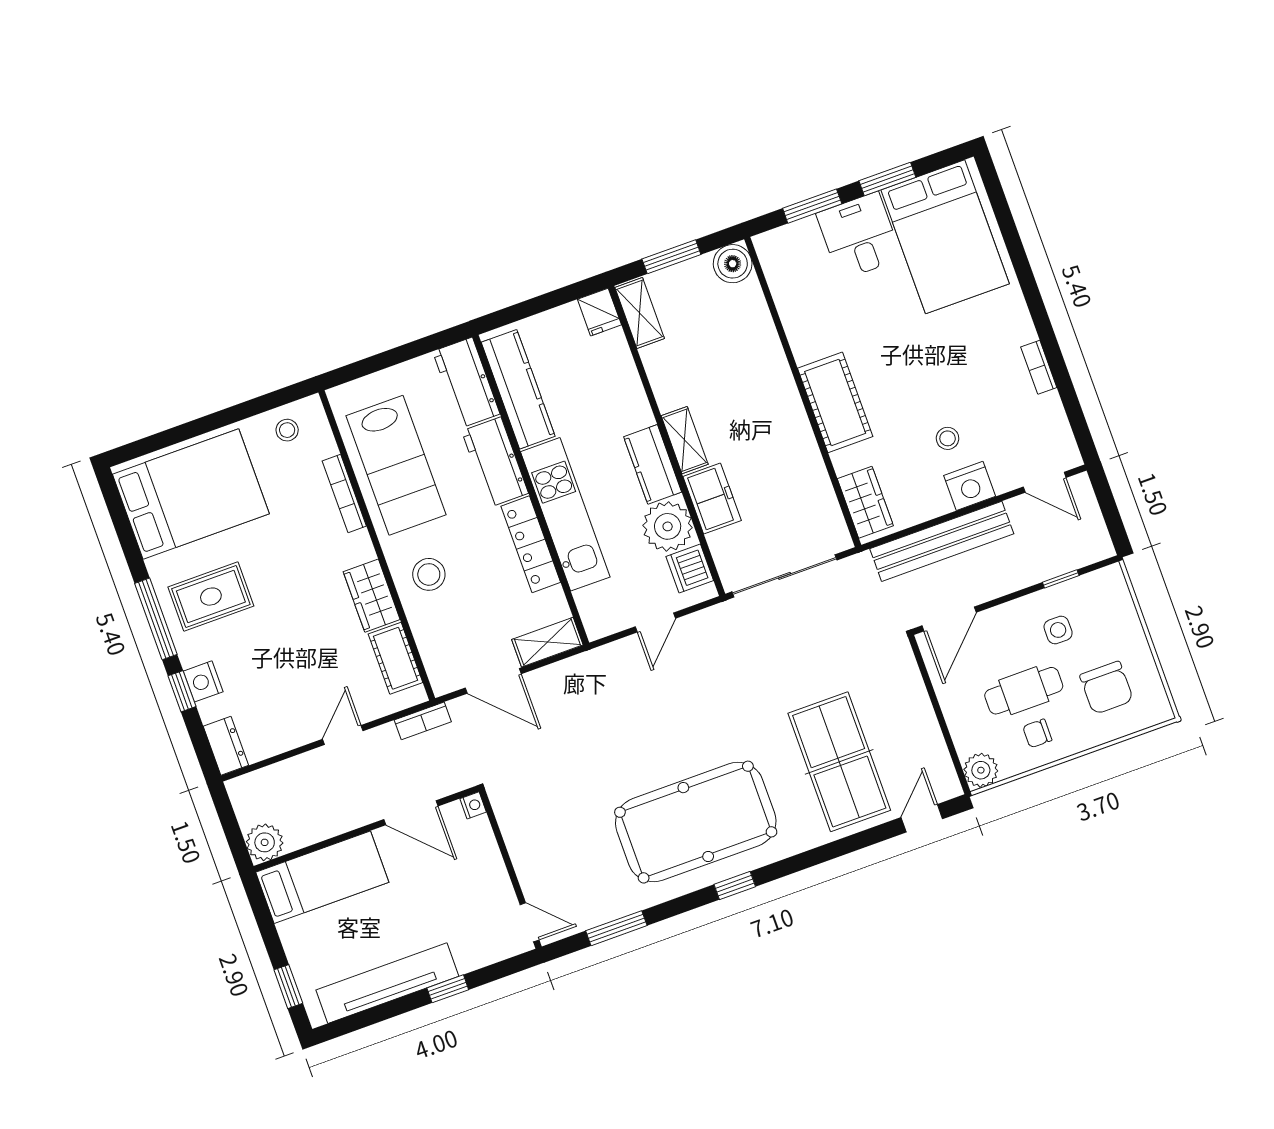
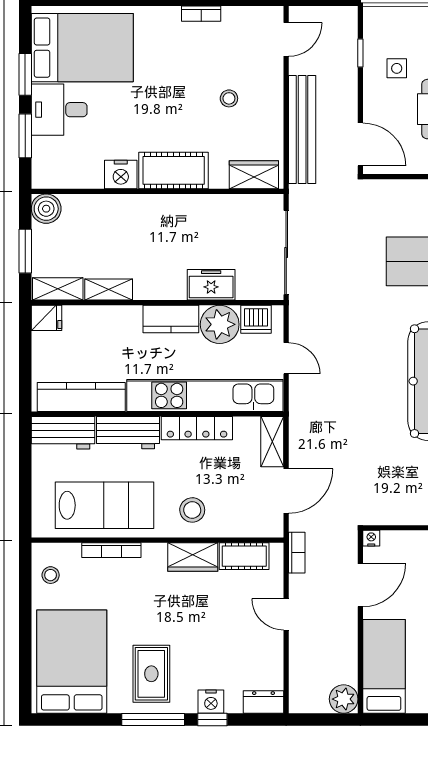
shelving: (685, 440) -> (109, 289), moved
nightstand: (970, 486) -> (121, 174), moved, turned 90
kitchen unit: (565, 514) -> (205, 395), width x1.36

